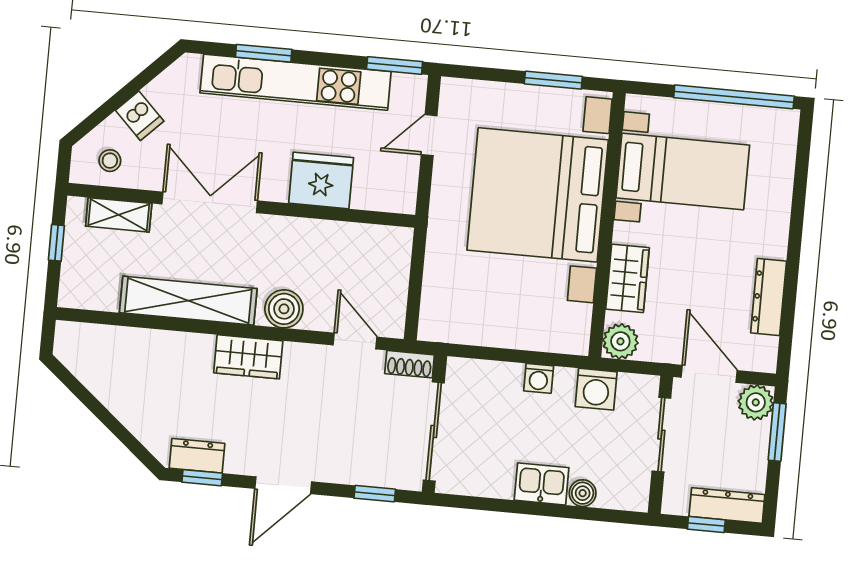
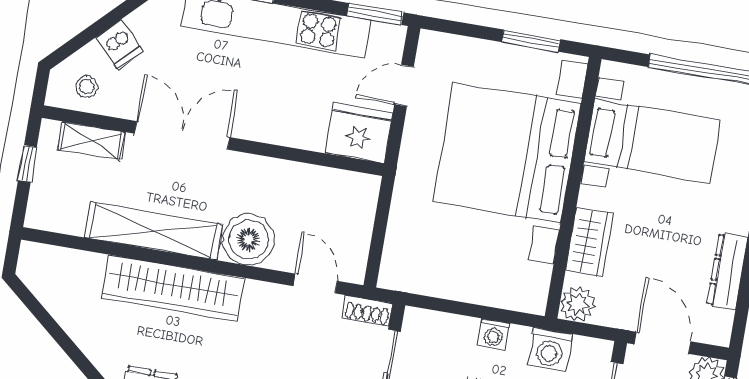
fridge: (321, 180) -> (359, 133), moved
boiler: (284, 309) -> (249, 239), width x1.37, depth x1.37
wardrobe: (248, 357) -> (172, 288), width x2.10, depth x1.17

